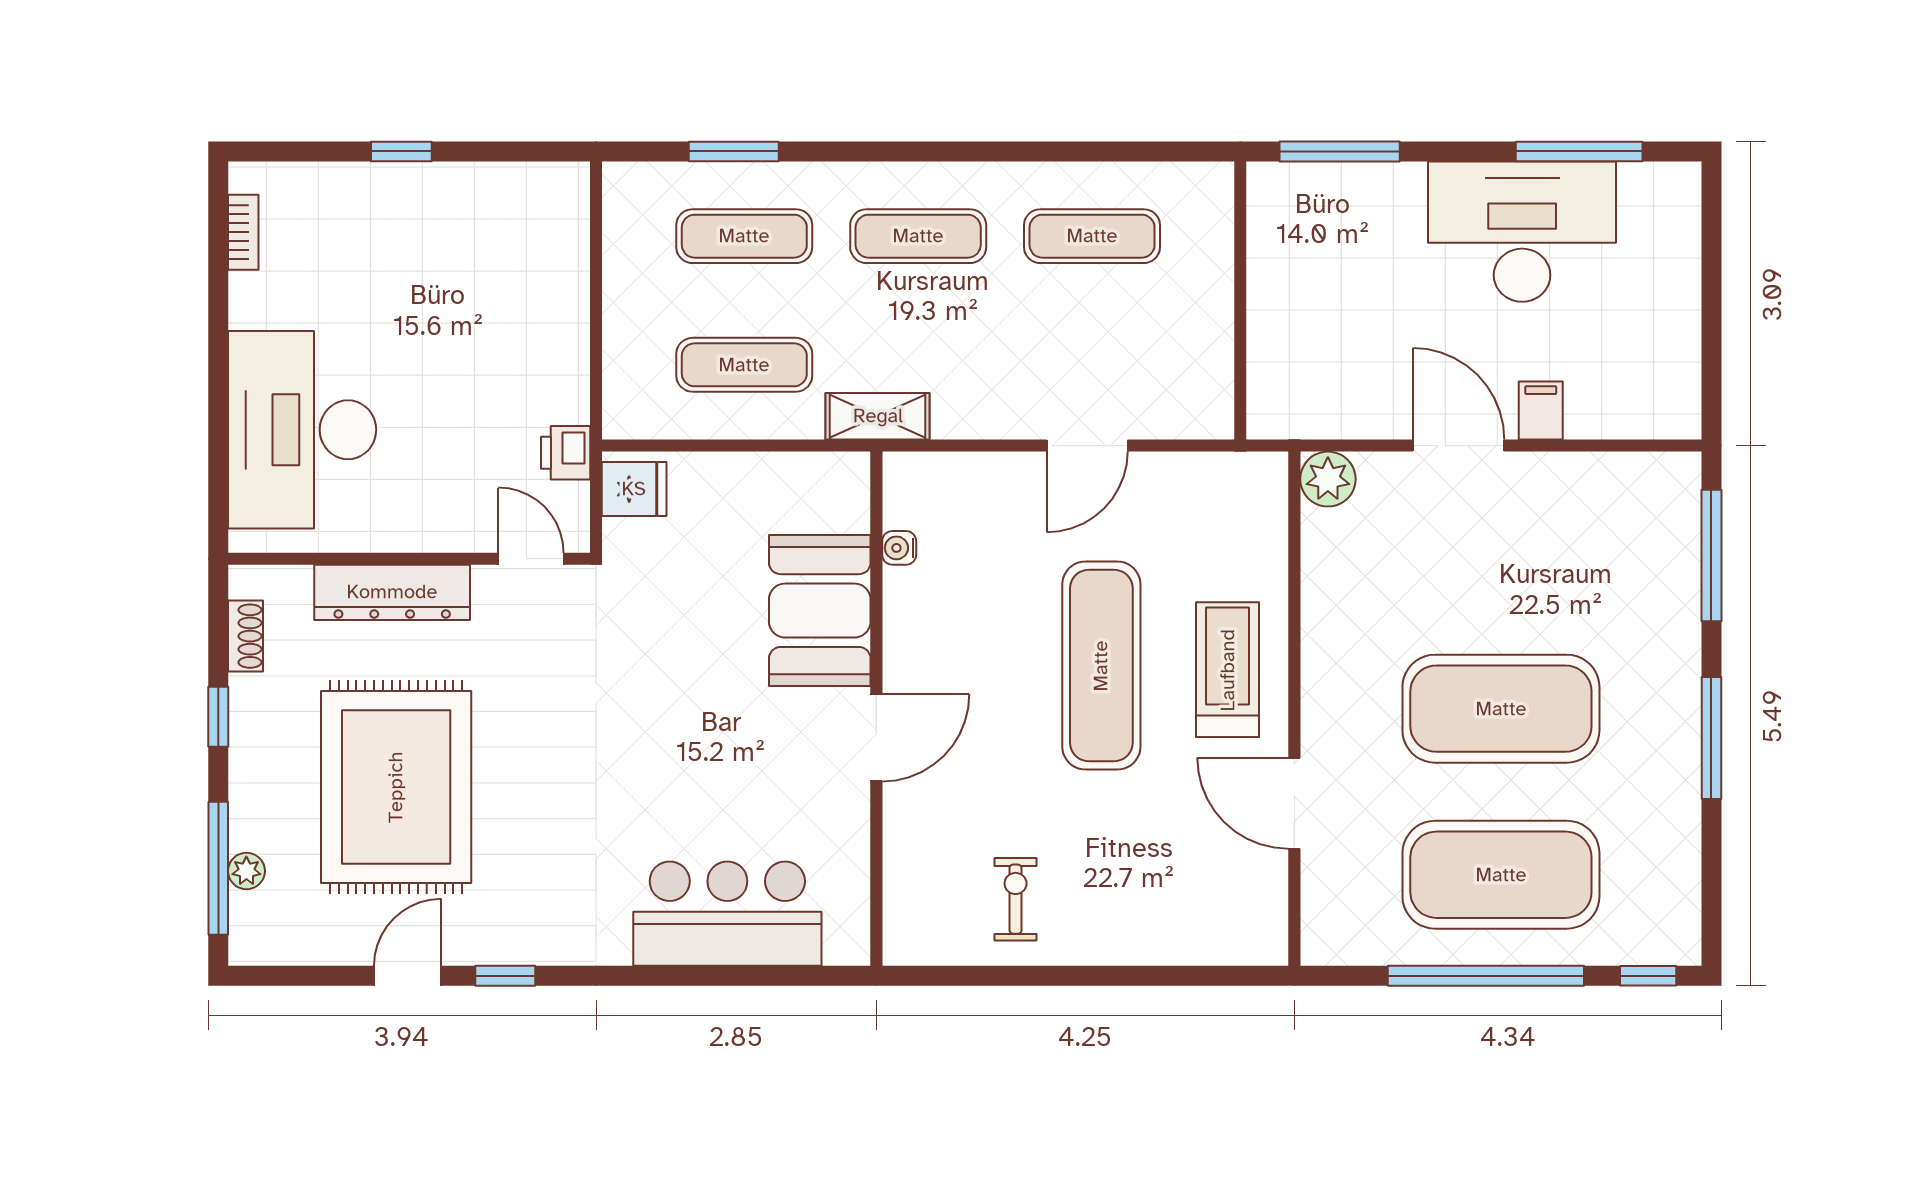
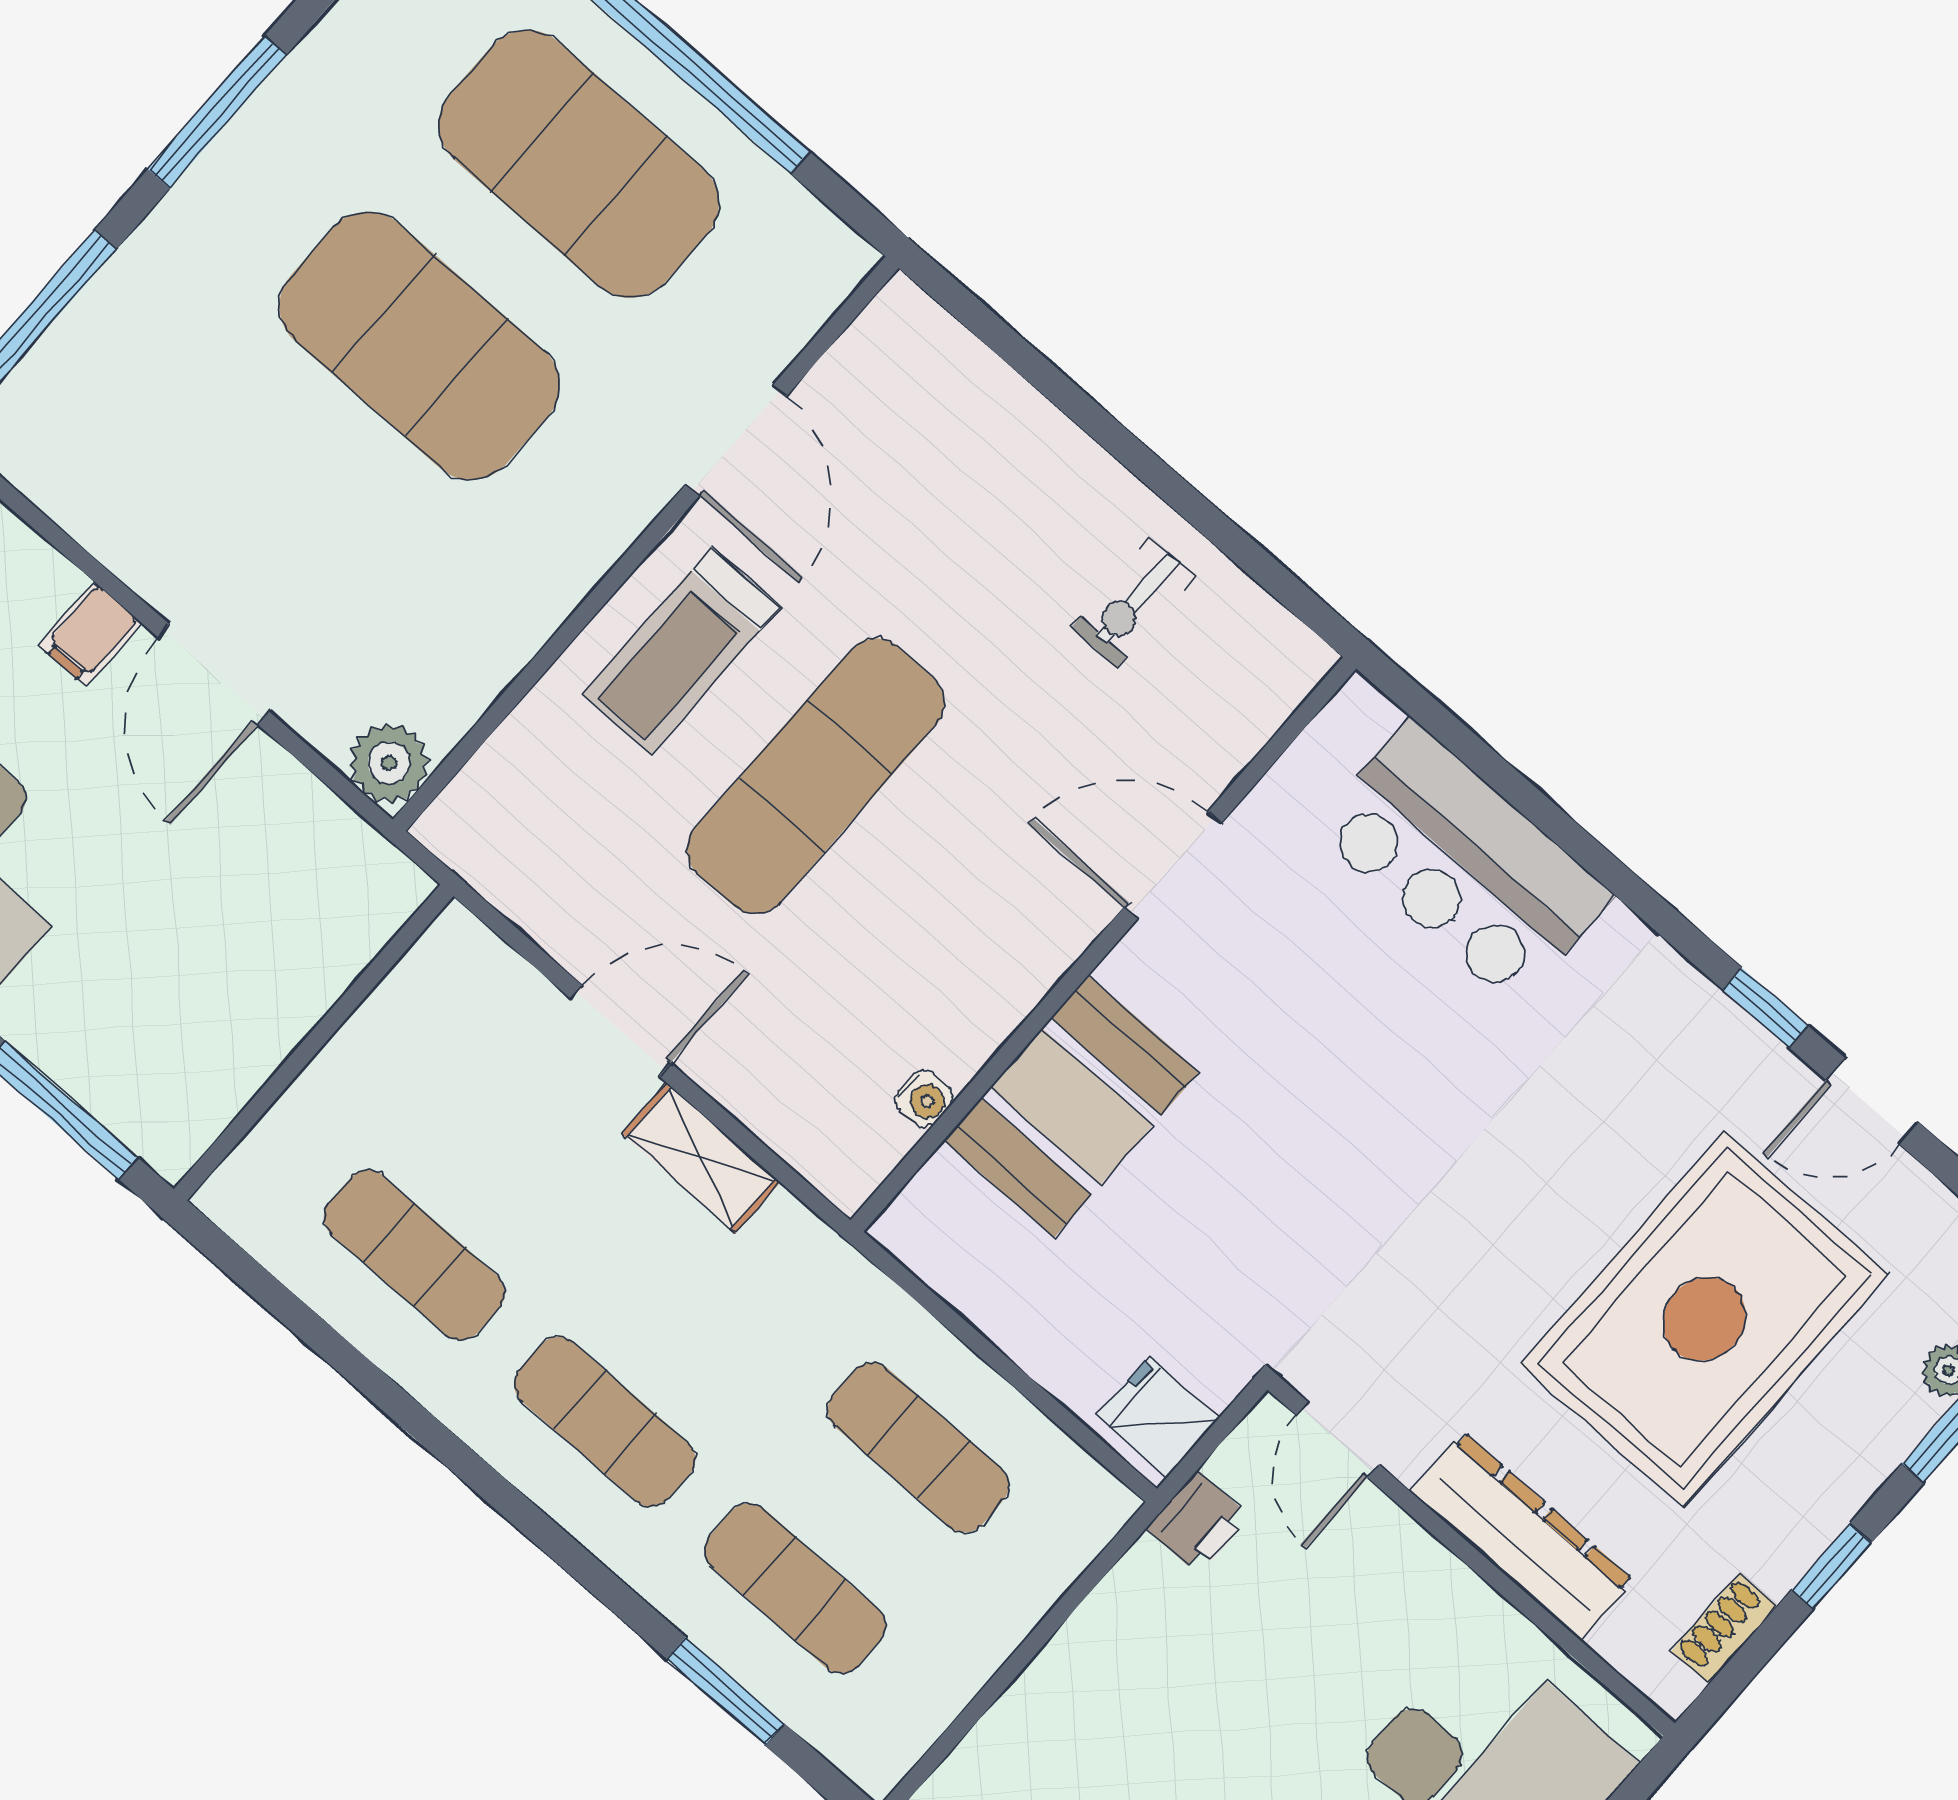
shelving: (878, 416) -> (701, 1158), moved
door: (876, 738) -> (1173, 865), moved

